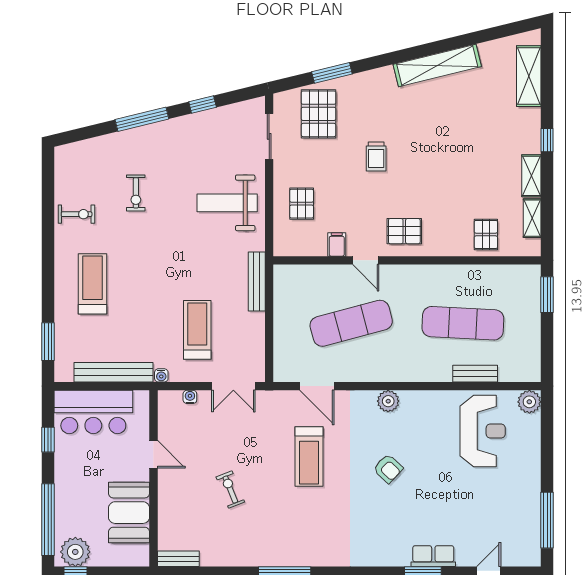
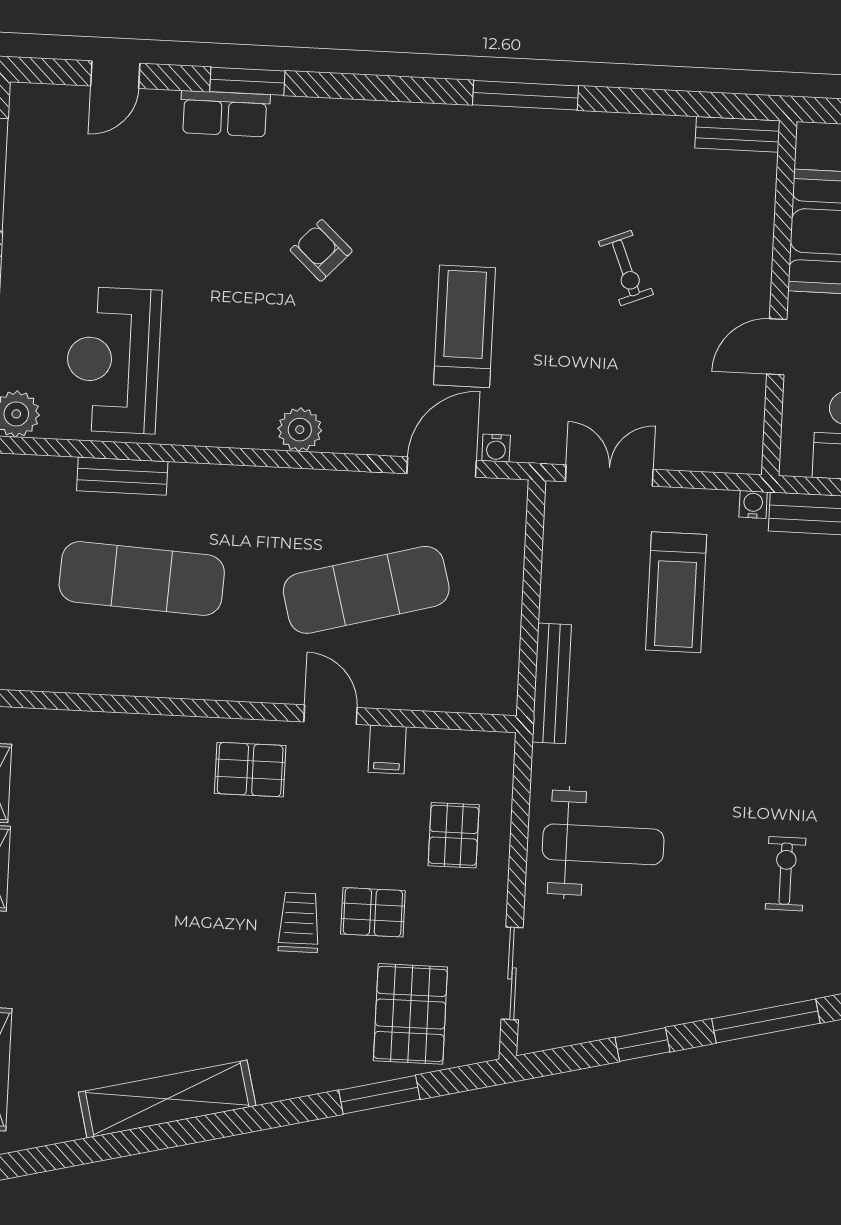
pallet: (486, 234) -> (373, 912), moved, turned 90
door: (317, 386) -> (442, 467), hinge flipped
water cooler: (190, 397) -> (496, 448), moved
door: (153, 454) -> (777, 347), hinge flipped
armchair: (388, 469) -> (321, 250), moved

